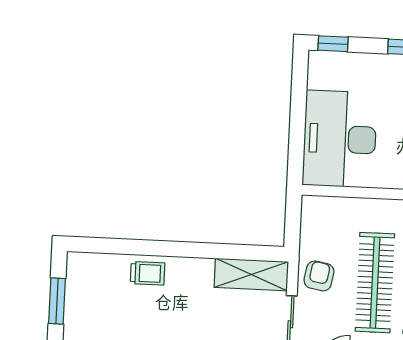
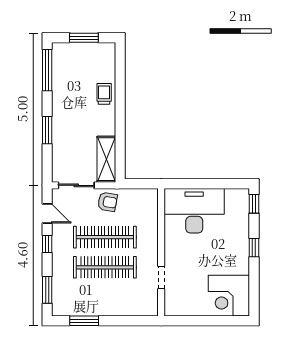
trolley: (148, 273) -> (104, 94), turned 180

